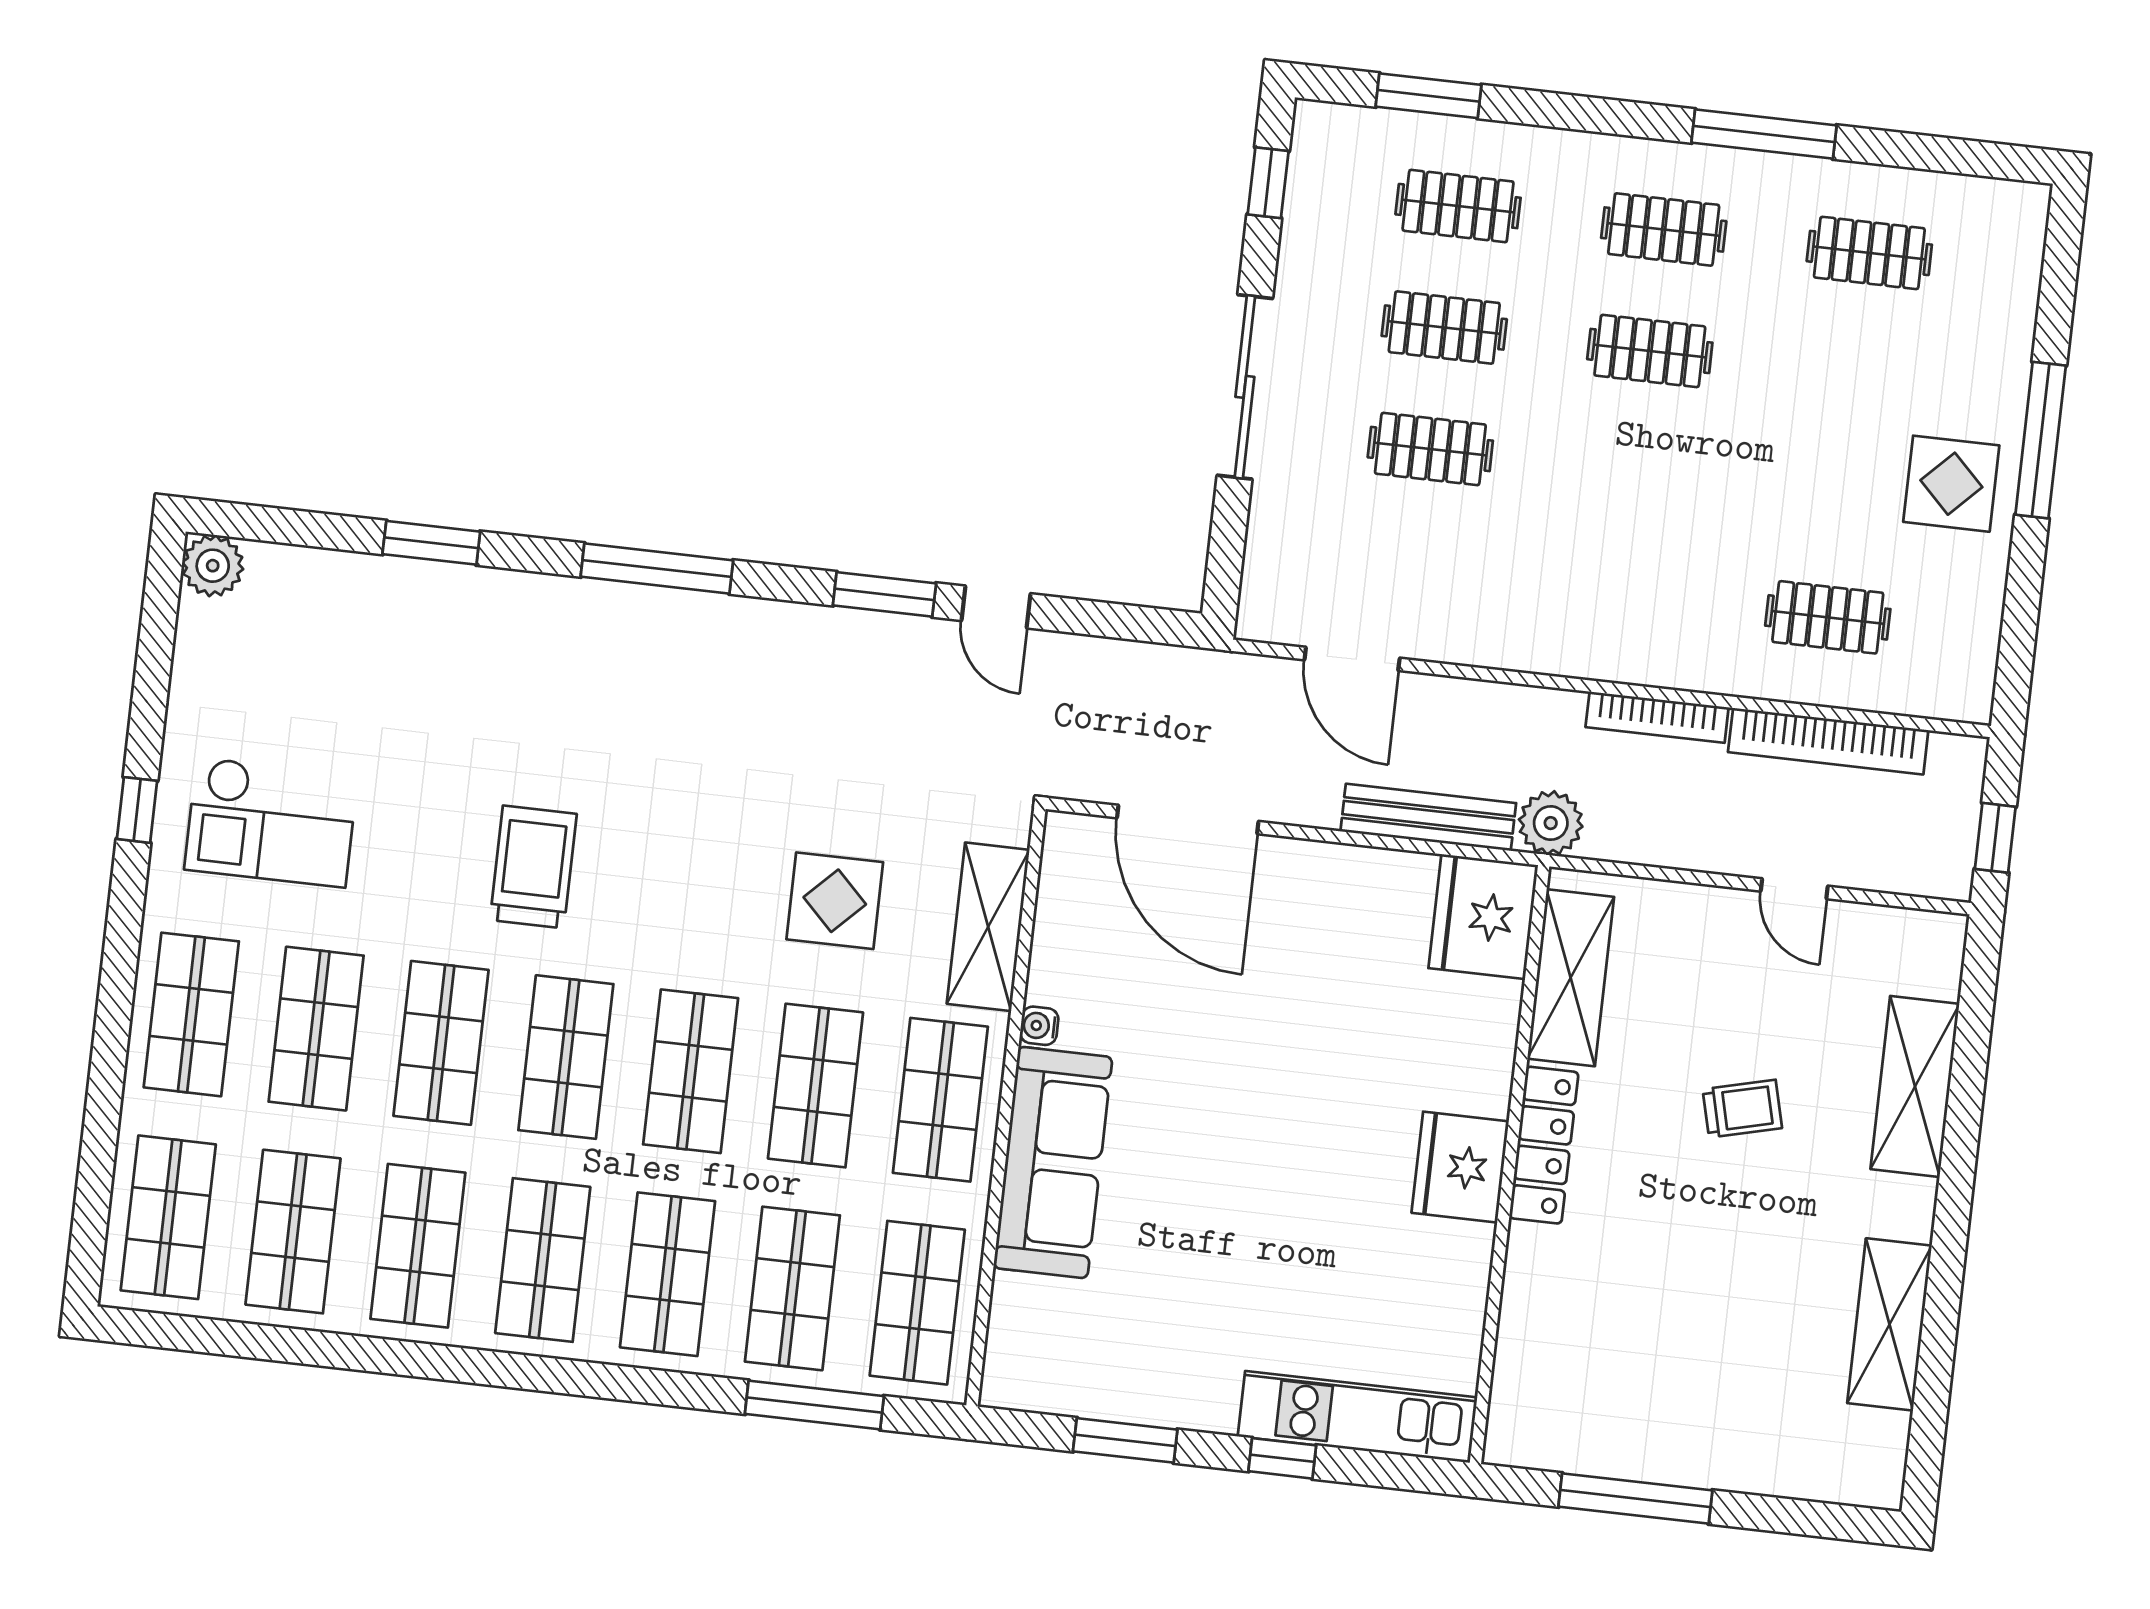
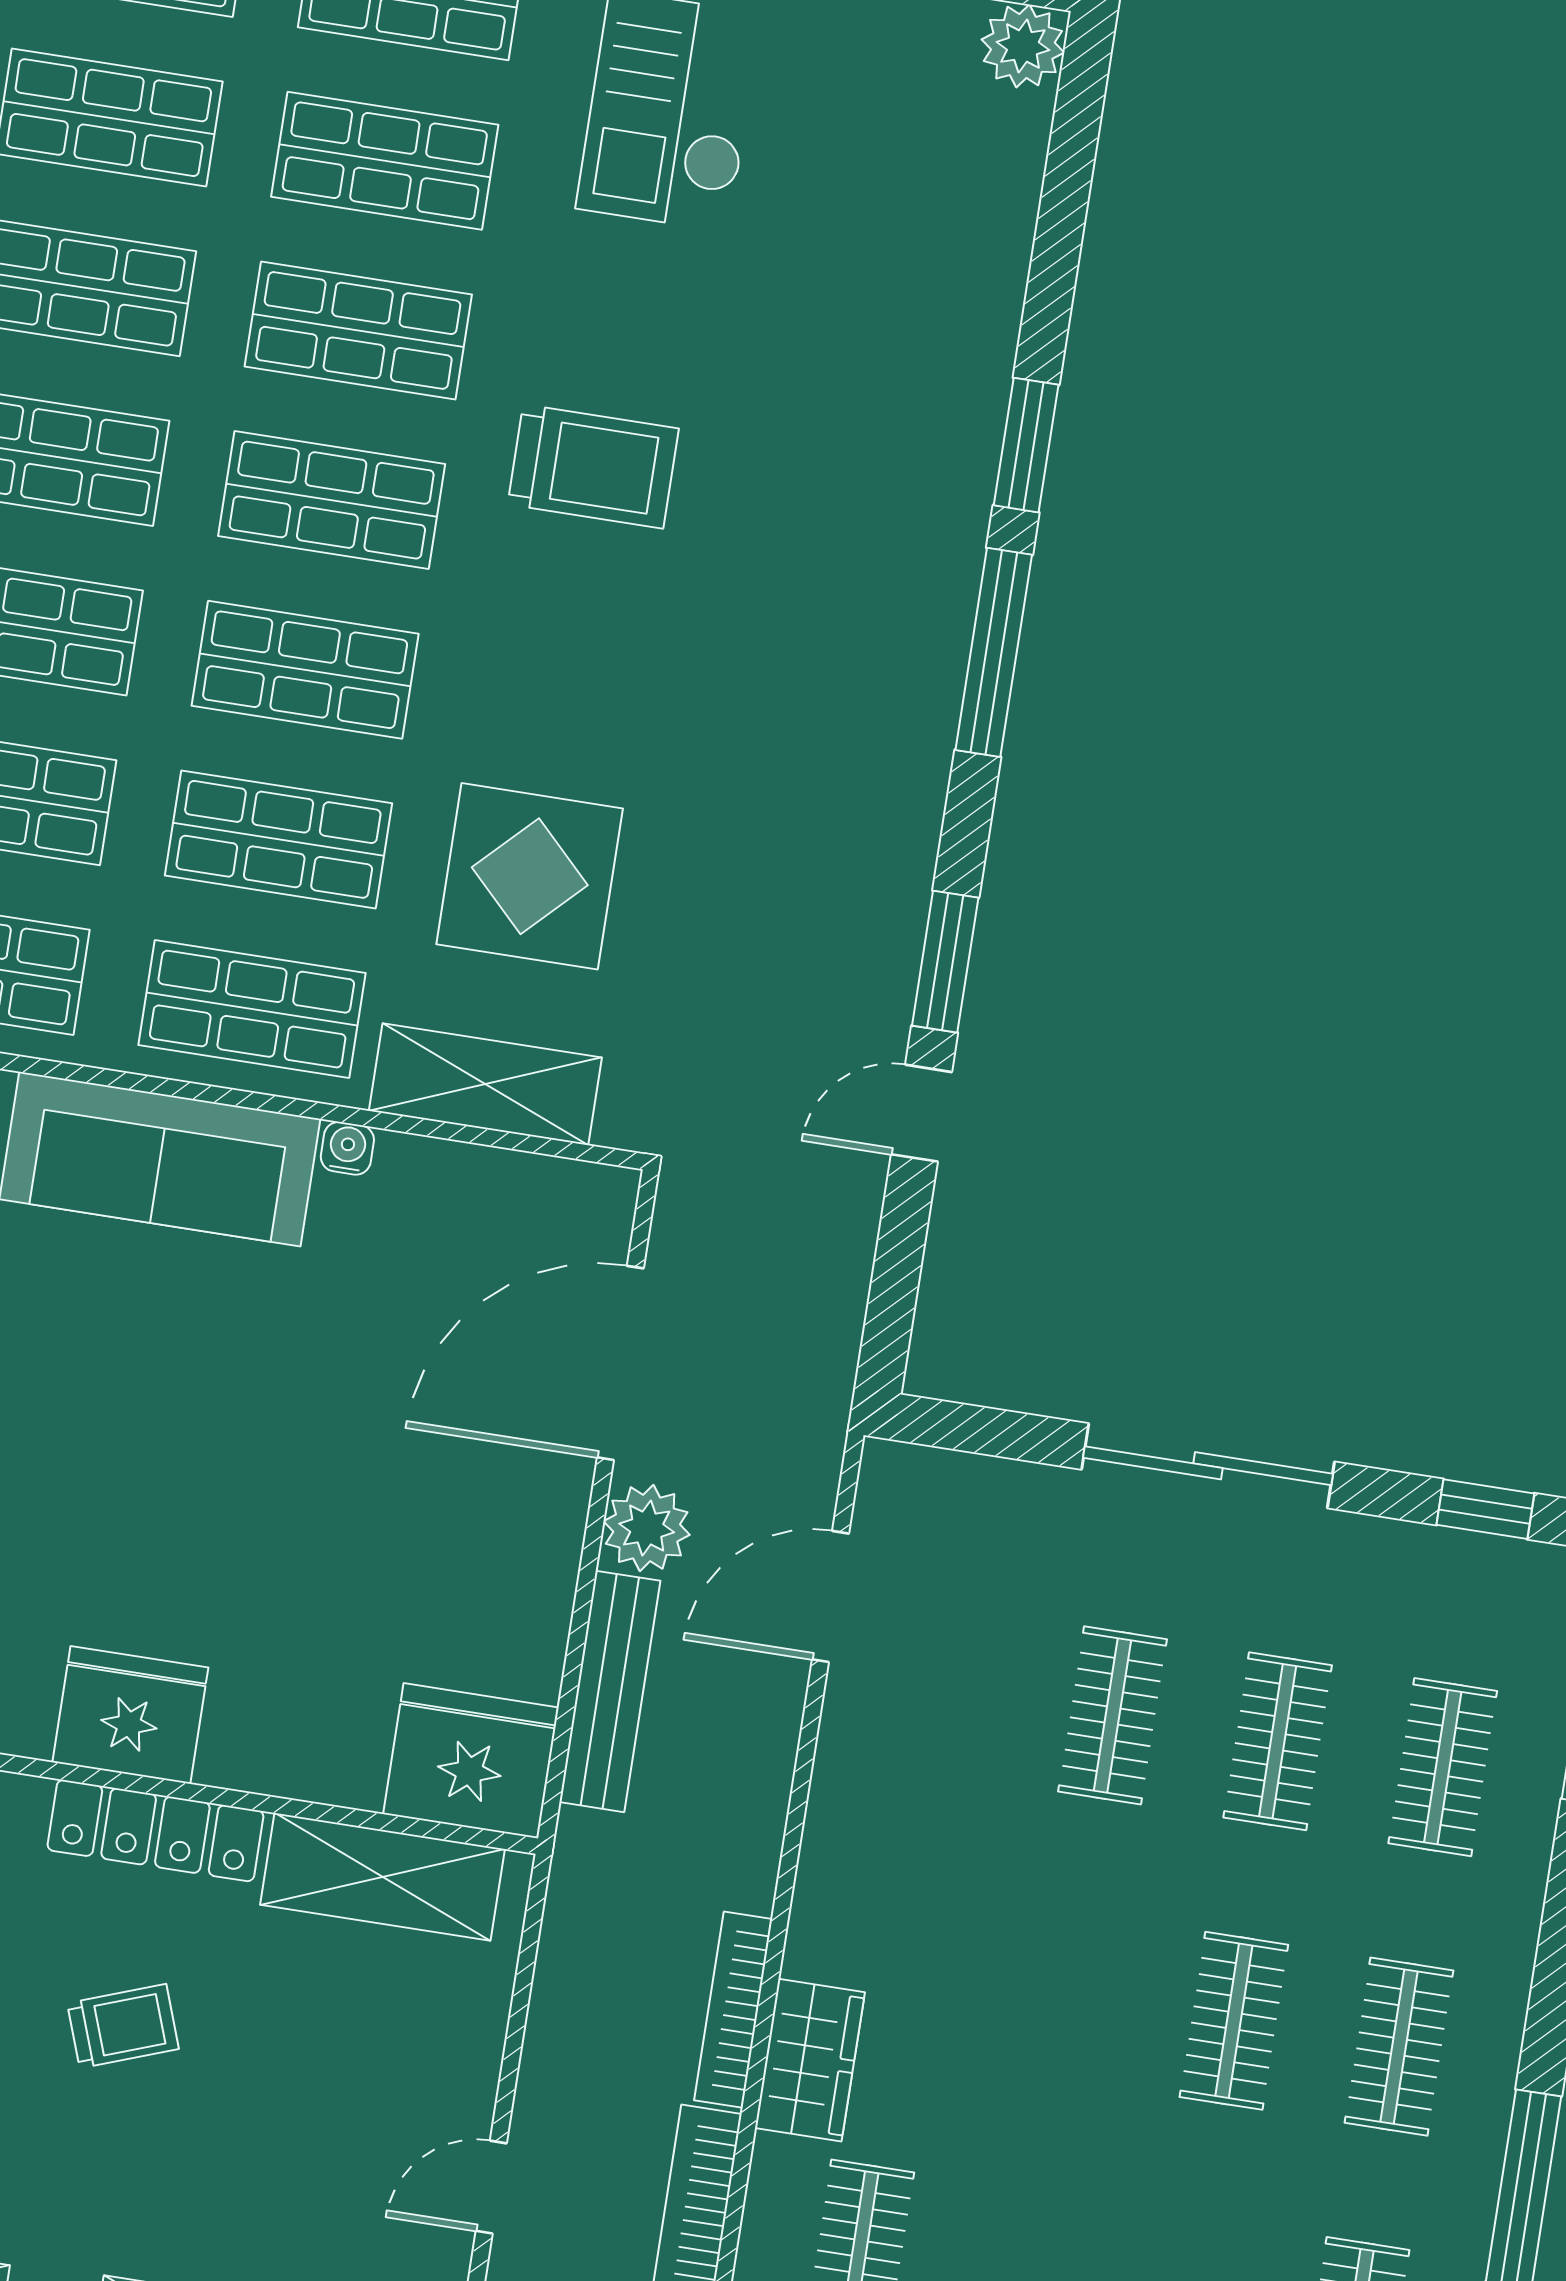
window: (431, 543) -> (1026, 445), moved
wardrobe: (1692, 660) -> (810, 2060), added
plant: (1551, 823) -> (647, 1528), moved
display table: (835, 901) -> (530, 876), width x1.36, depth x1.36
trolley: (1742, 1109) -> (123, 2026), moved, turned -96

